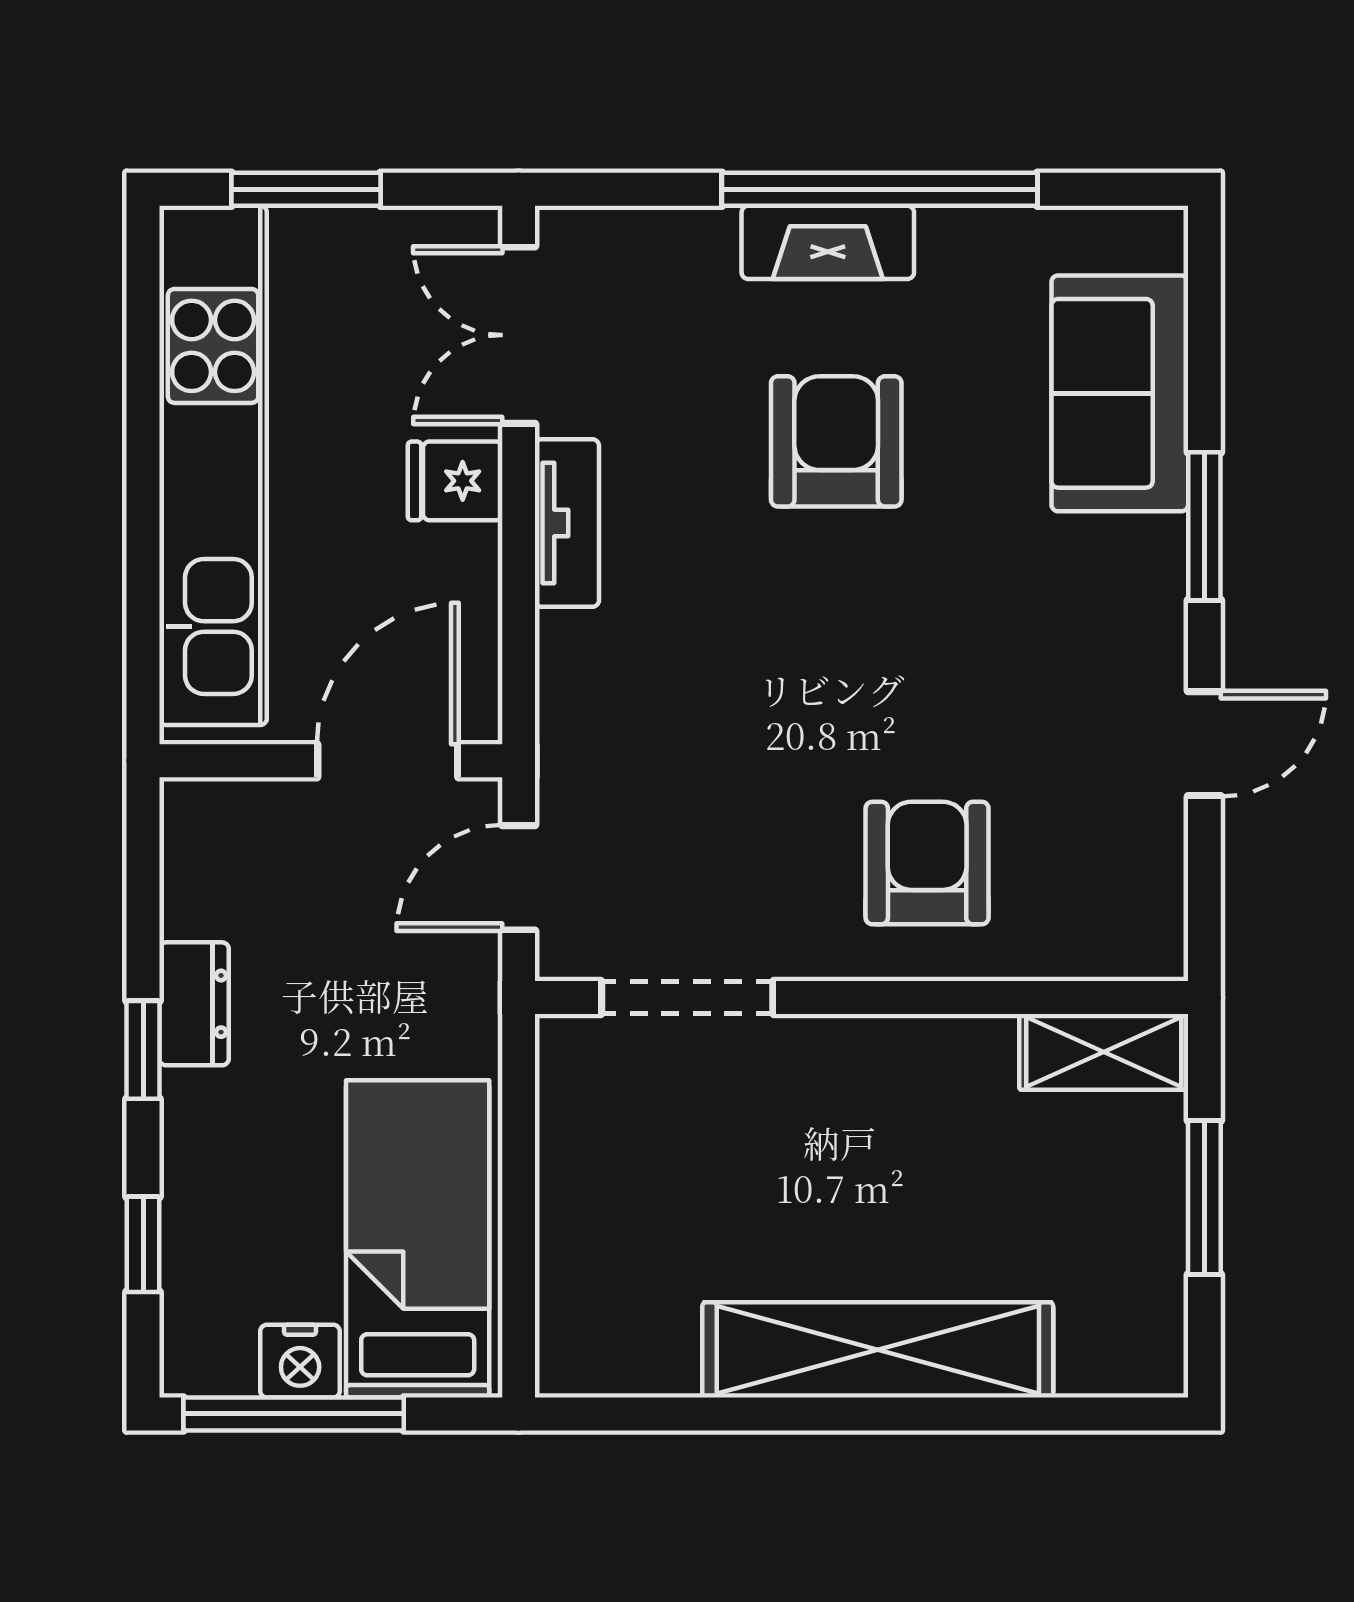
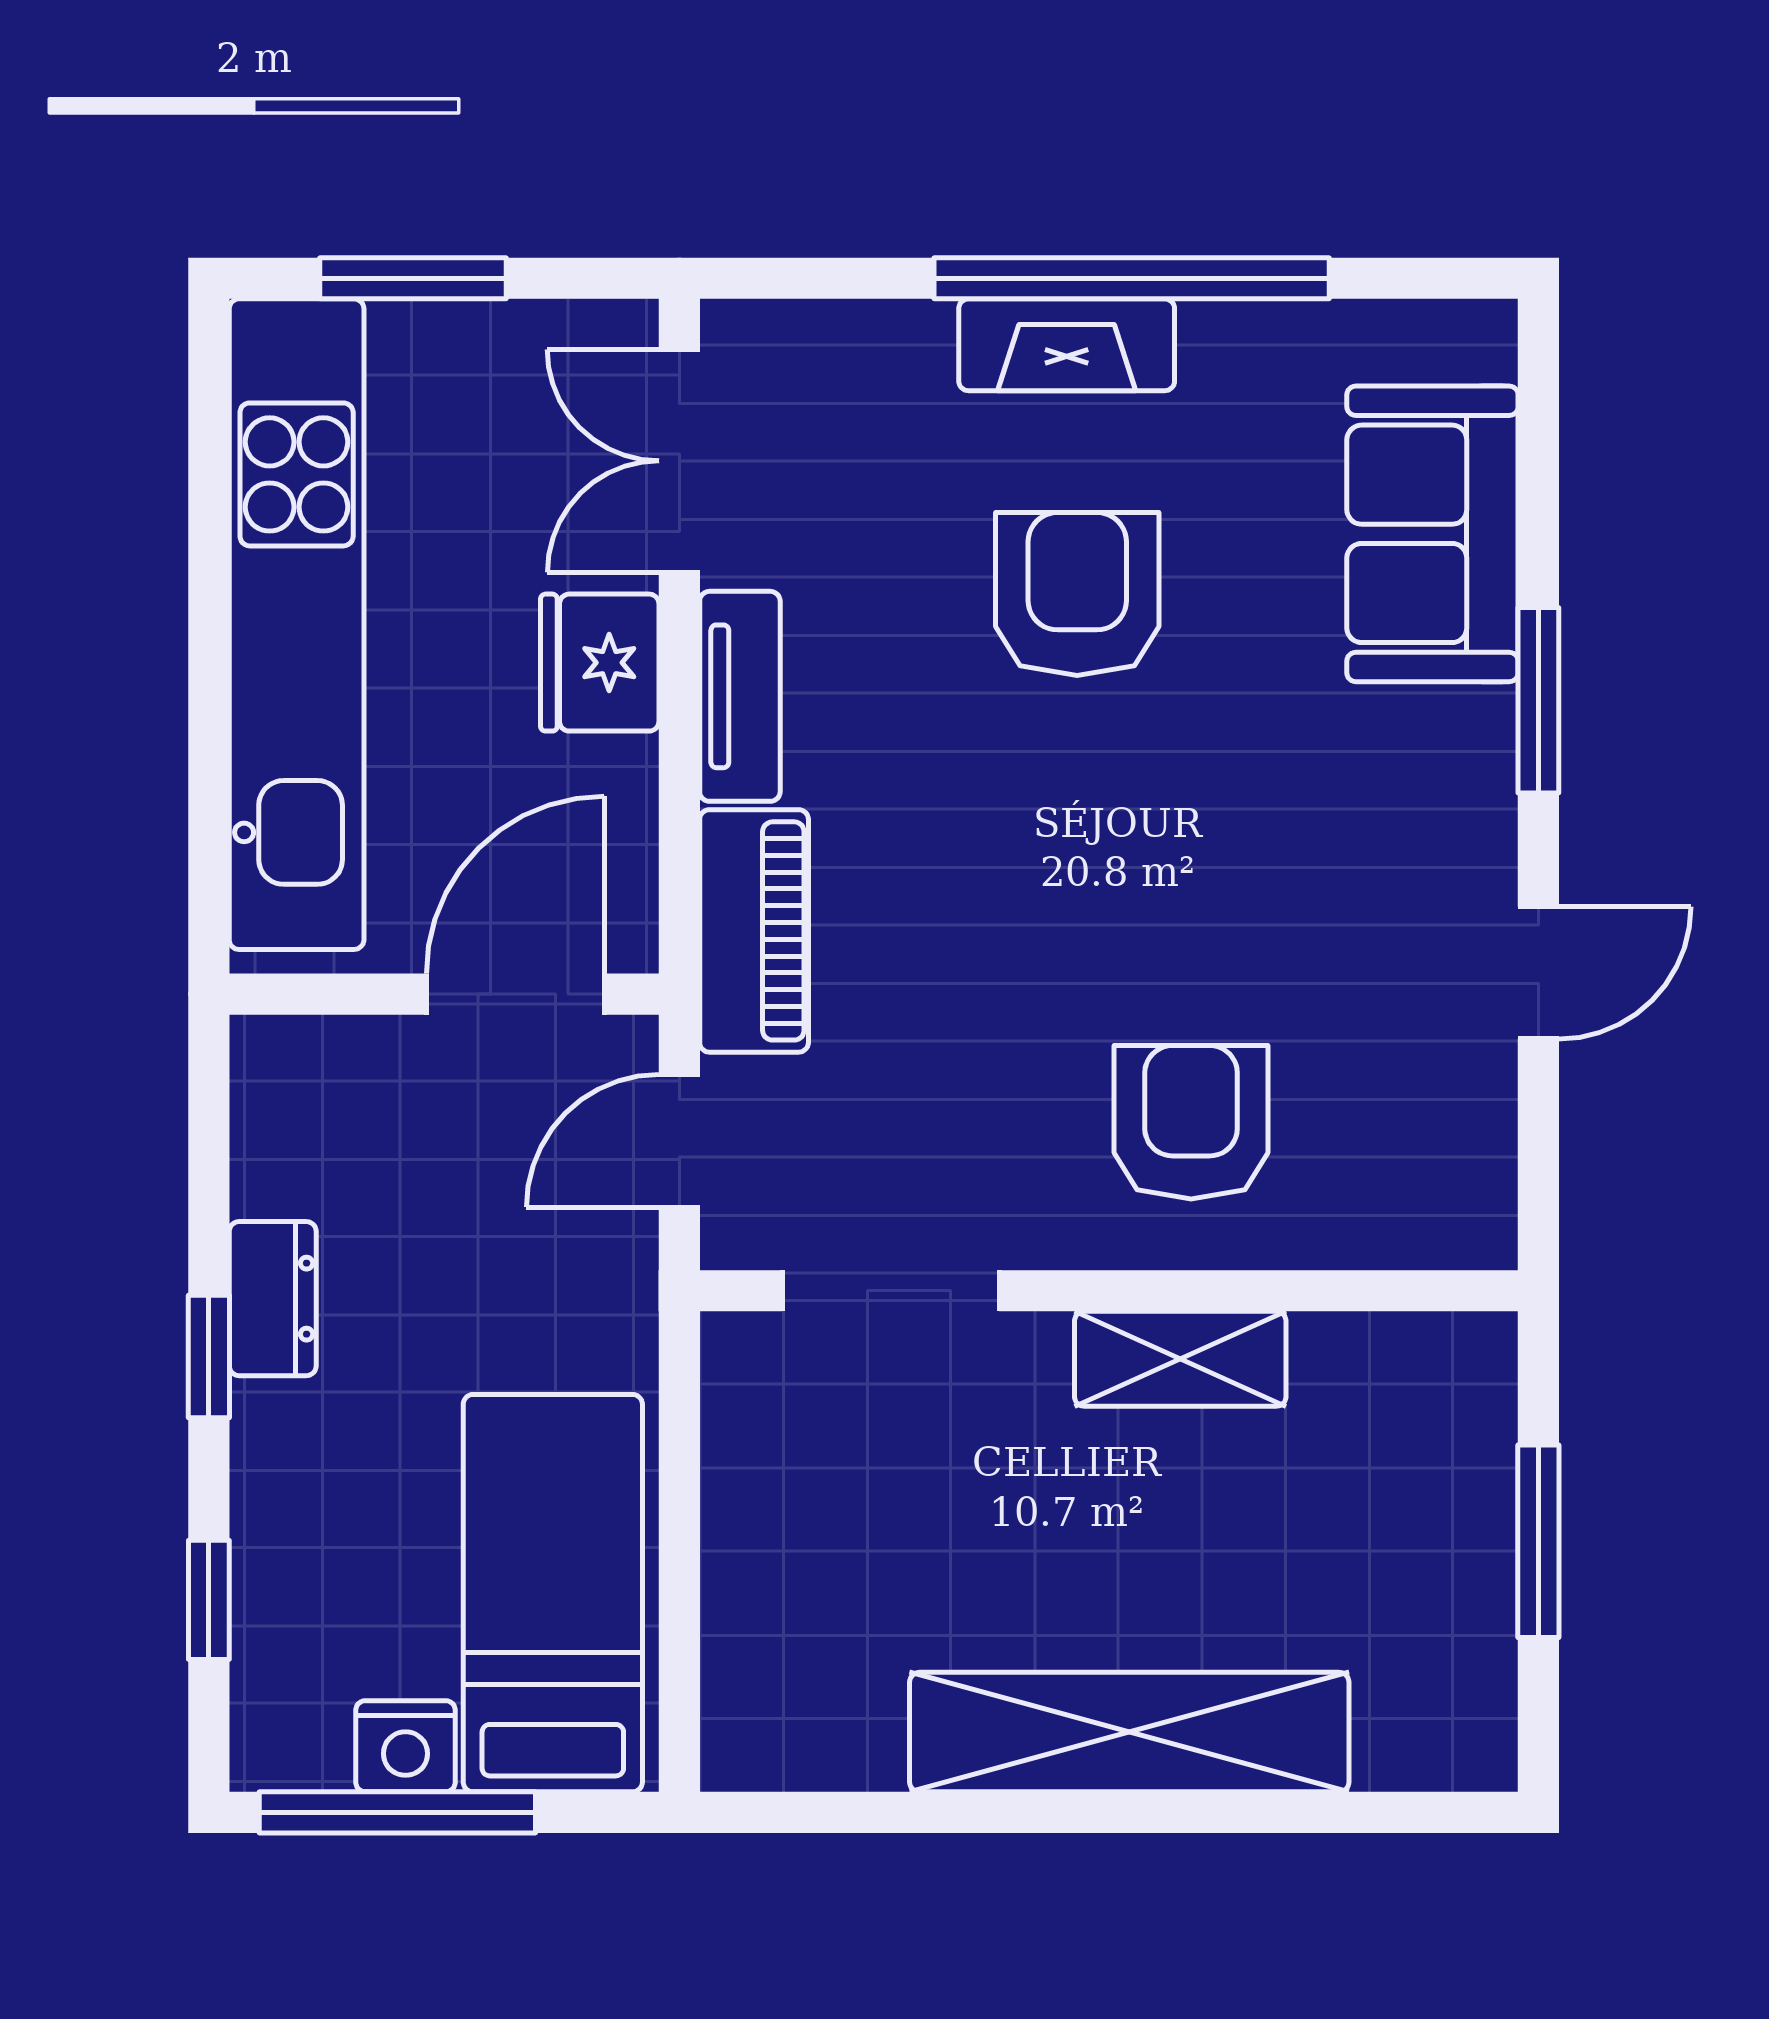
fridge: (455, 481) -> (600, 663), width x1.38
piano: (578, 710) -> (754, 931), added
shelving: (1104, 1052) -> (1180, 1359), moved

